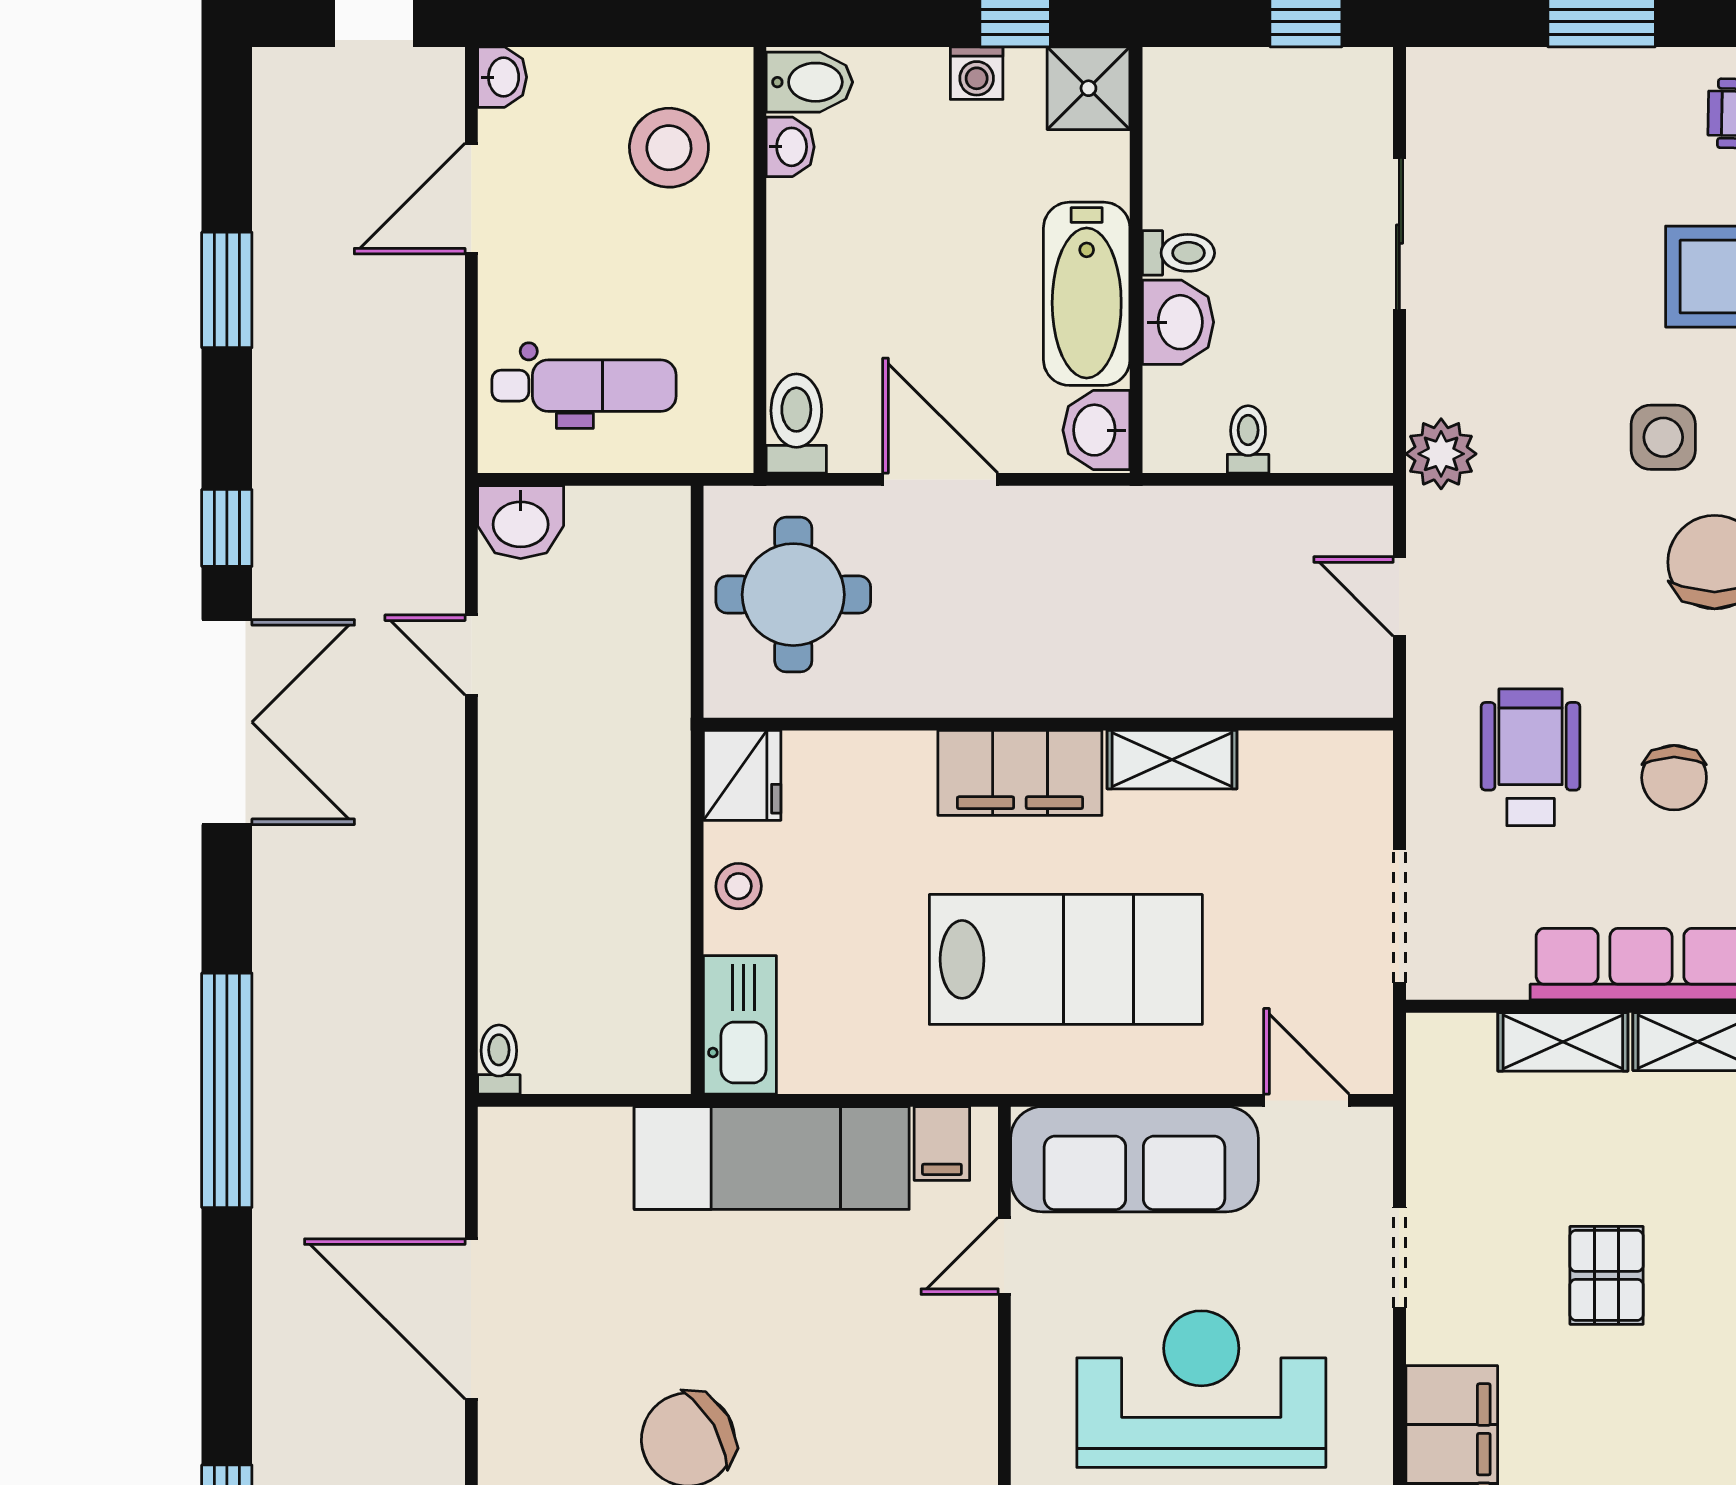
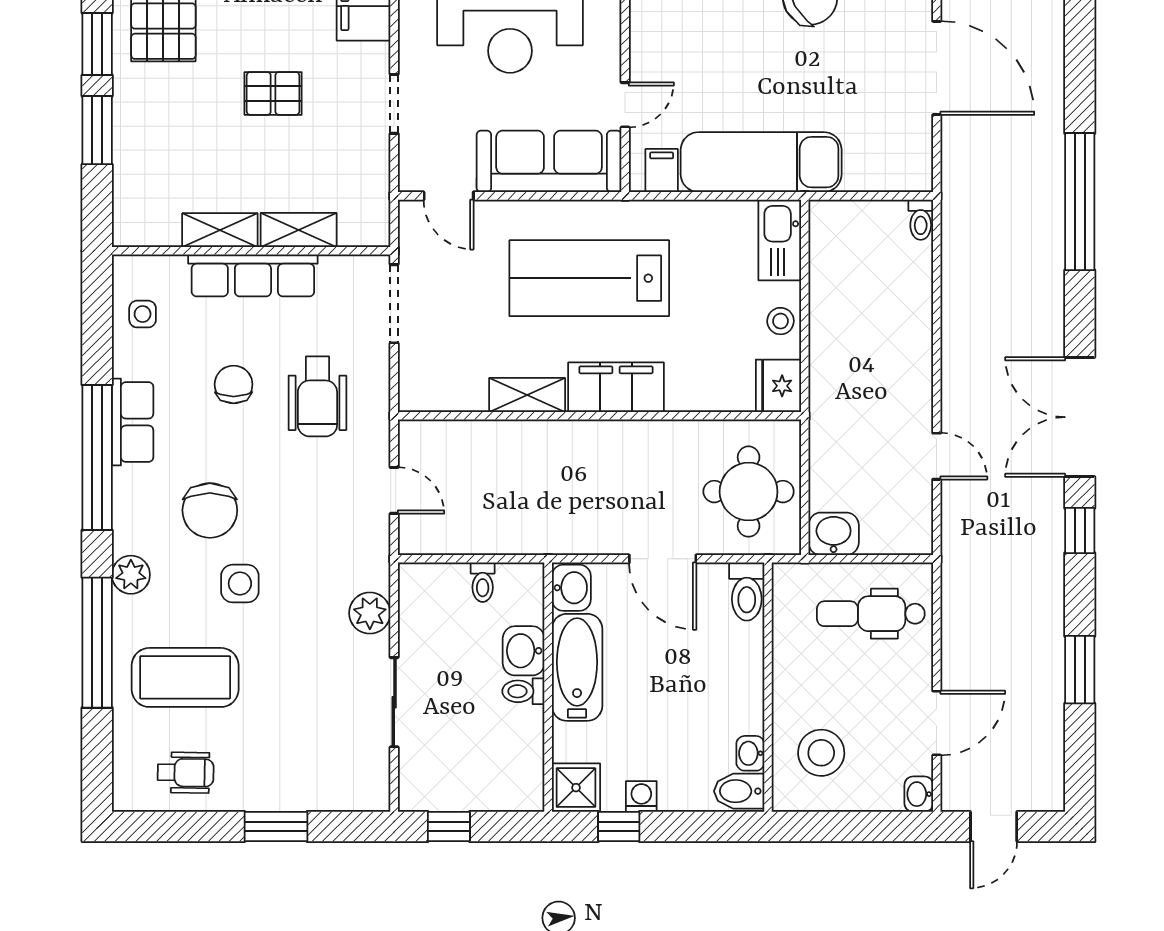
plant: (1441, 454) -> (370, 613), moved
washbasin: (521, 522) -> (834, 534), moved
pallet: (1607, 1275) -> (273, 93), turned 90

